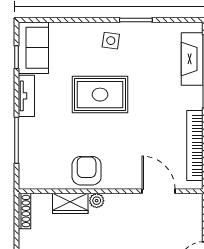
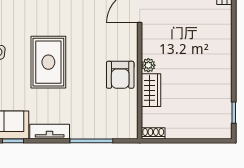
armchair: (87, 171) -> (120, 75), turned -90
shoe rack: (24, 211) -> (153, 133), width x0.70

